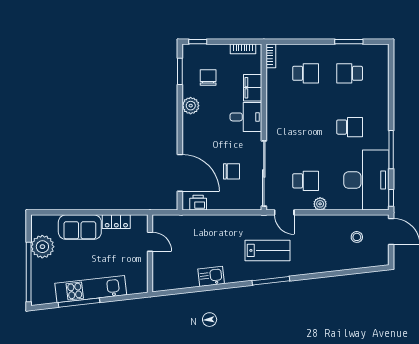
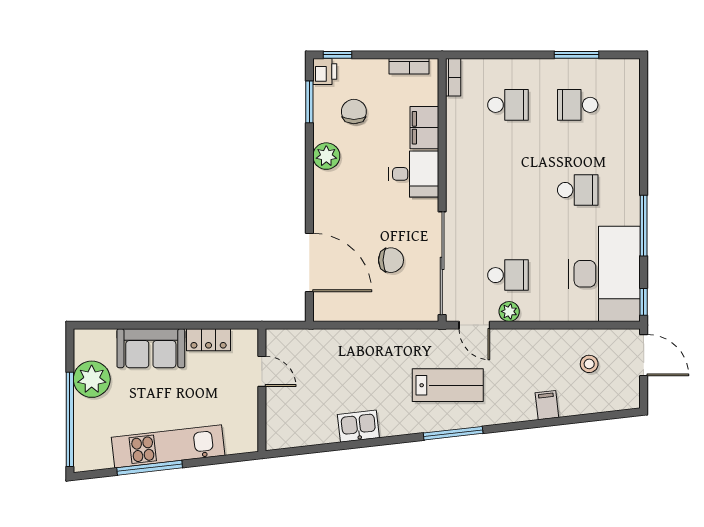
printer: (198, 203) -> (325, 71), moved, turned 90
plant: (320, 204) -> (509, 311), moved
filing cabinet: (330, 263) -> (547, 405), added

